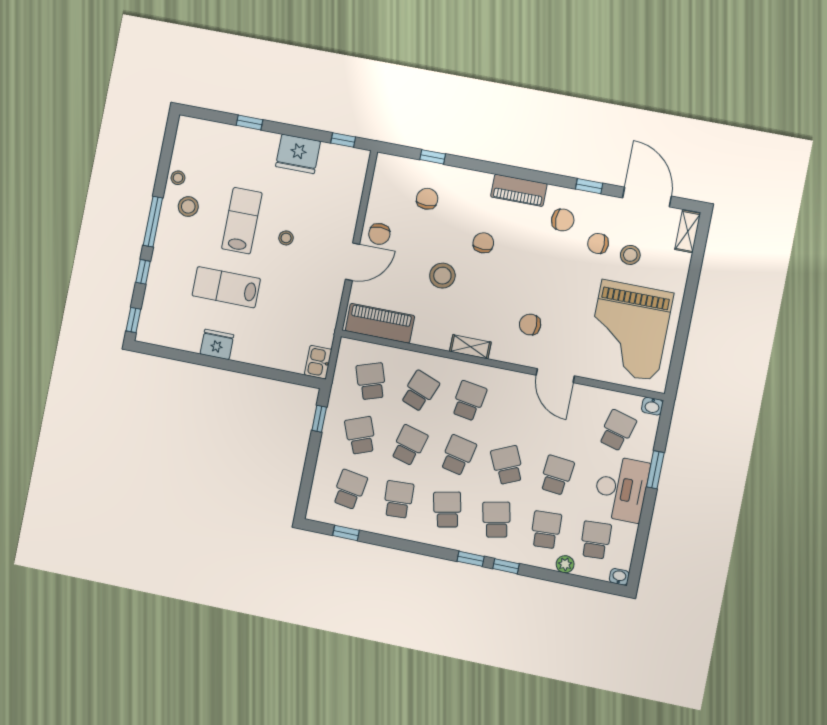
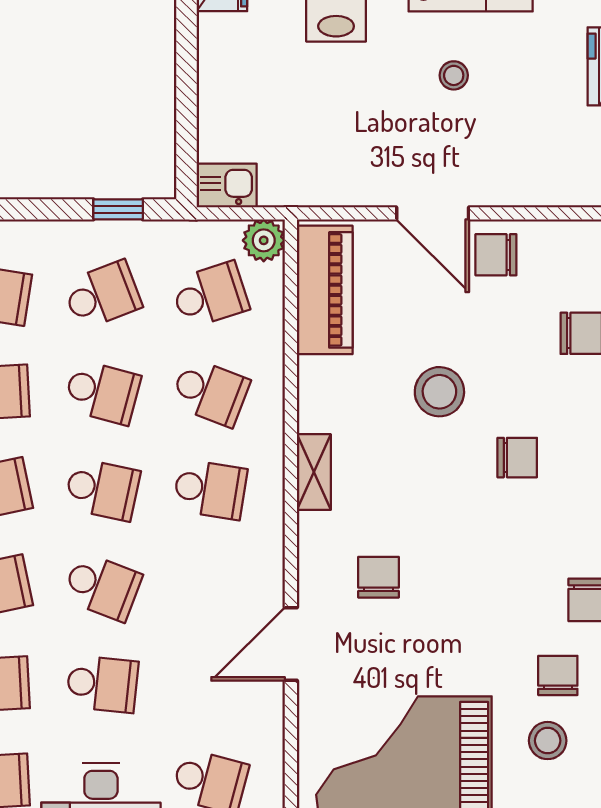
plant: (349, 349) -> (264, 240), added
school desk: (507, 465) -> (102, 587), turned 45

